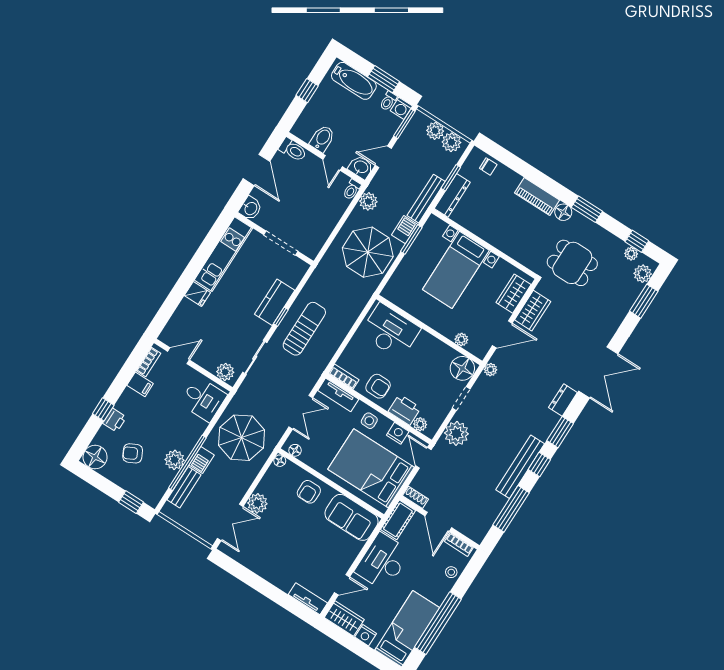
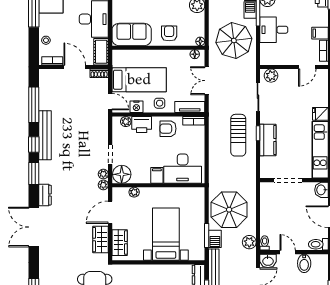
filing cabinet: (424, 342) -> (157, 175), added
desk: (203, 399) -> (274, 30), moved
plant: (456, 433) -> (103, 174), moved, width x0.53, depth x0.53
bed: (371, 468) -> (139, 80), width x0.67

